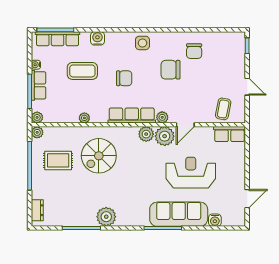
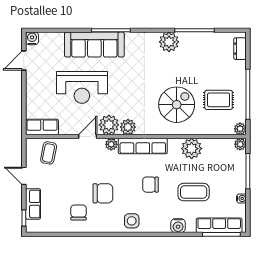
row of seats: (38, 85) -> (33, 204), moved, turned 180
plant: (84, 118) -> (192, 149), width x1.87, depth x1.87
water cooler: (215, 220) -> (32, 38), moved

